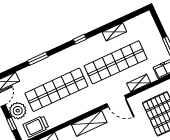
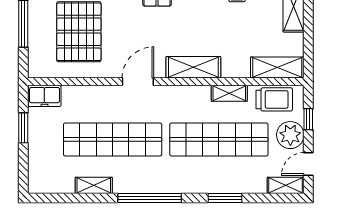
window: (80, 39) -> (150, 198), width x3.17
shelving: (139, 83) -> (229, 93), moved
door: (116, 101) -> (138, 82), hinge flipped

